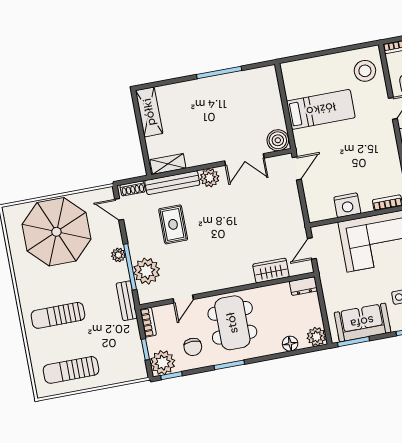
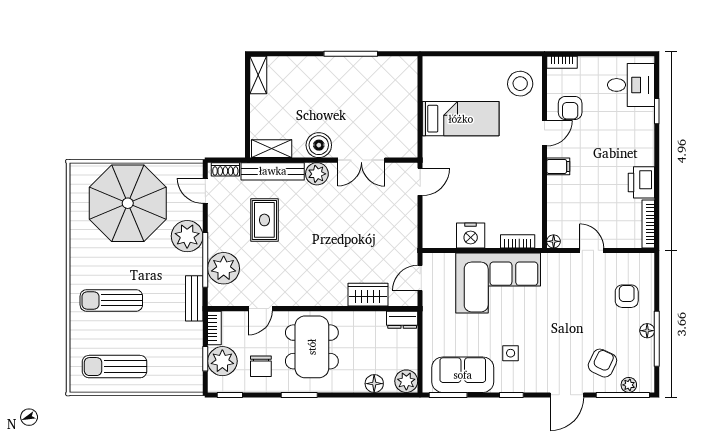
shelving: (149, 112) -> (258, 75), width x0.67, depth x0.75
boiler: (278, 140) -> (319, 145), moved
plant: (118, 255) -> (187, 236), width x1.87, depth x1.87
plant: (163, 363) -> (222, 361), moved

